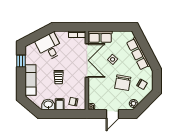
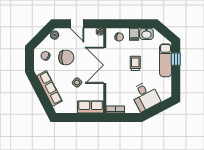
double door: (87, 60) -> (105, 65), moved
window: (21, 61) -> (176, 59), moved
chair: (123, 83) -> (66, 57), turned 80
door: (113, 114) -> (77, 24), swing flipped

